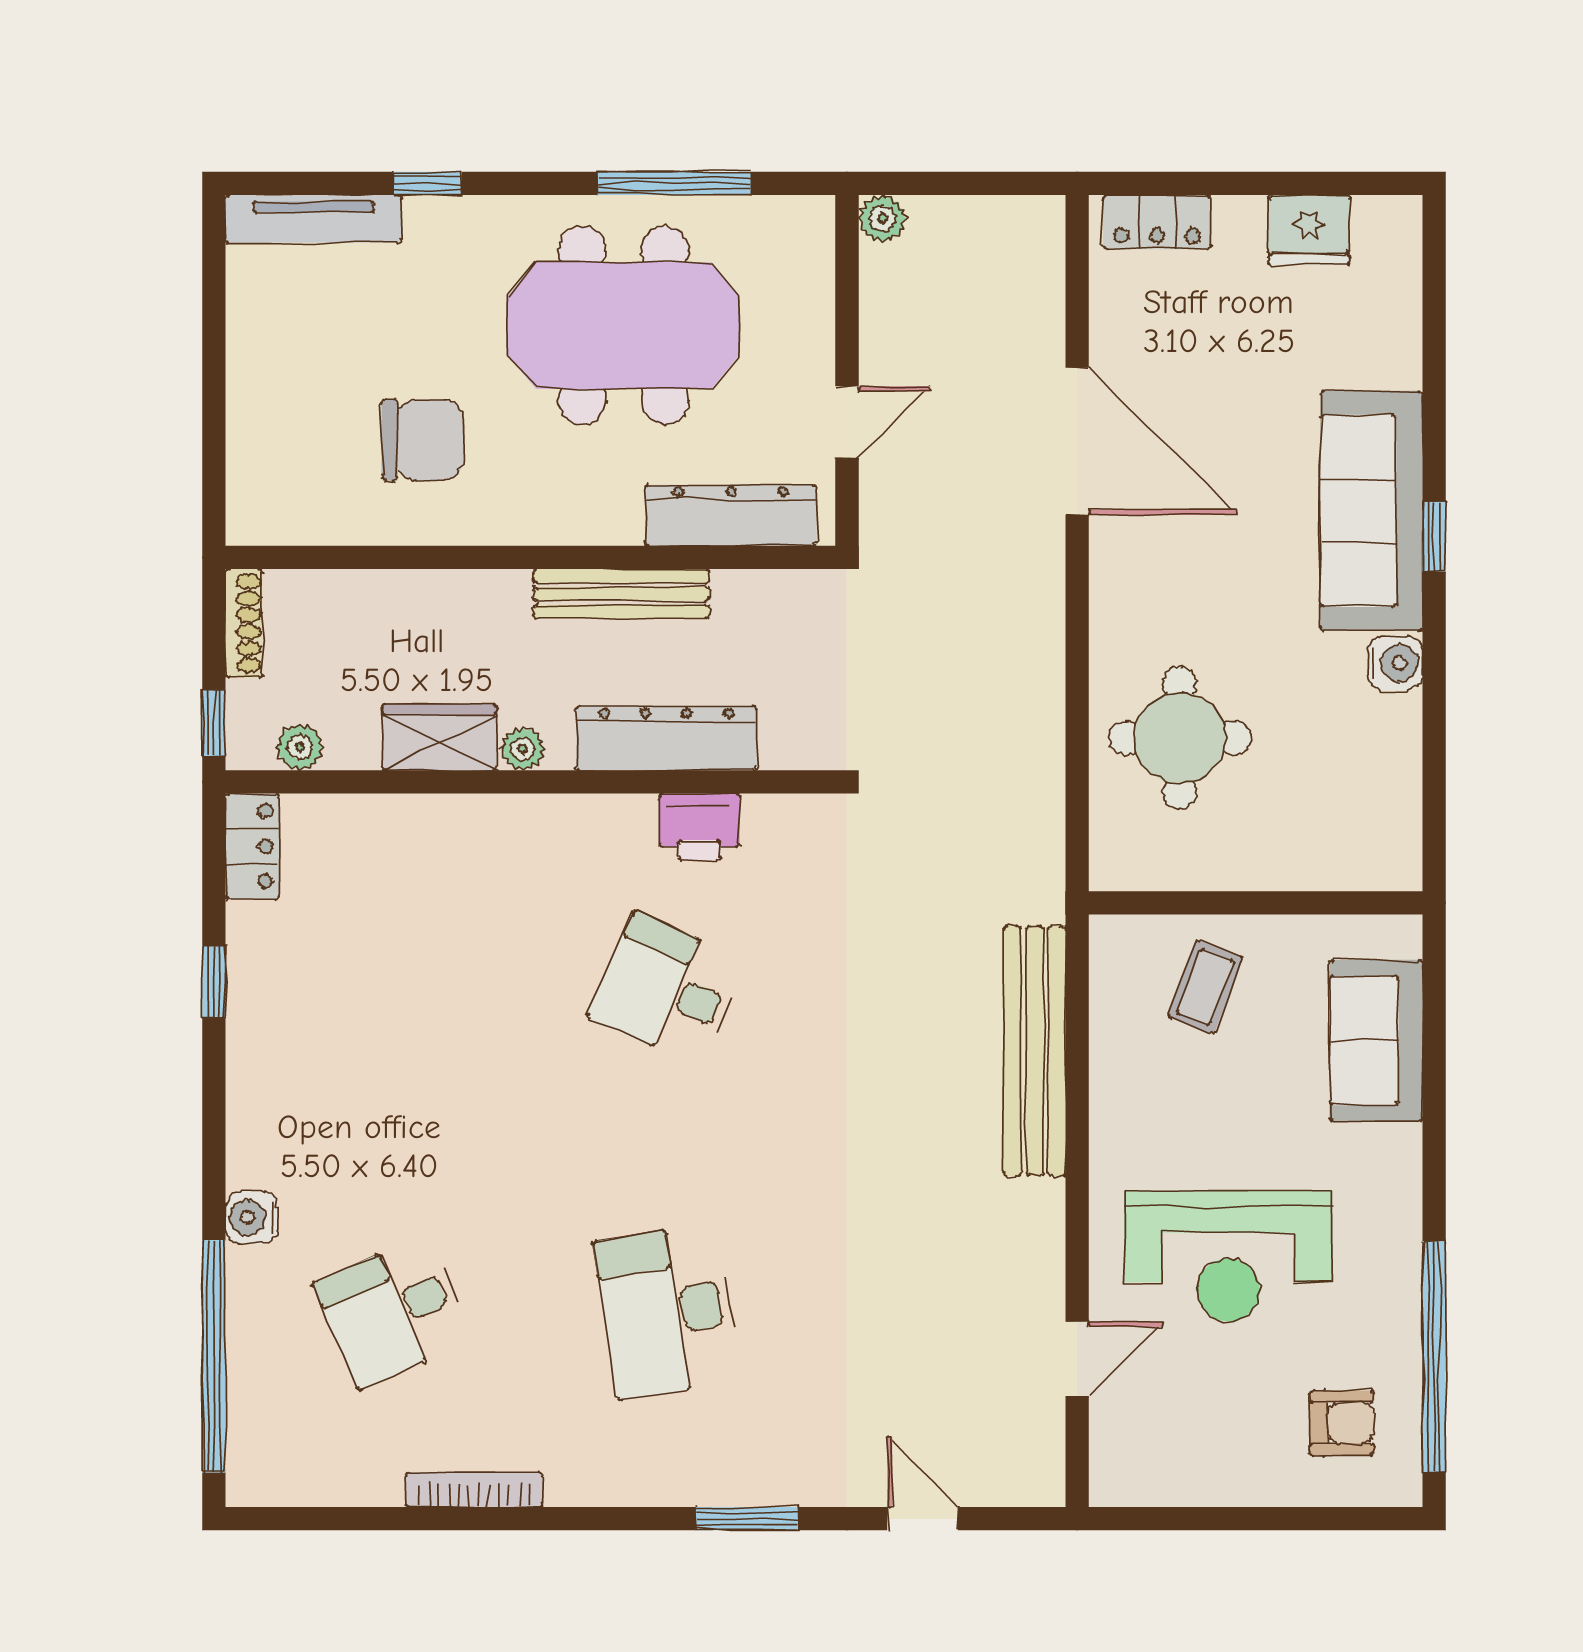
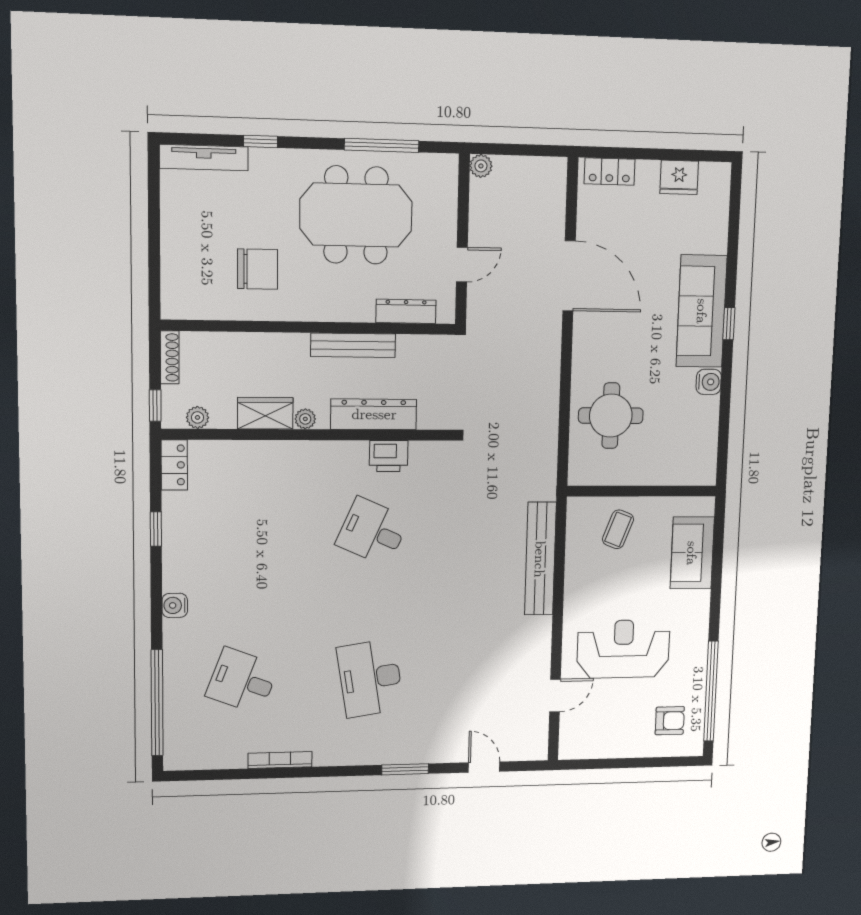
dresser: (731, 515) -> (406, 311), width x0.73, depth x0.80
water cooler: (252, 1218) -> (175, 605), moved
reception desk: (1228, 1256) -> (623, 649), turned 180
desk: (393, 1311) -> (242, 681), turned 45

